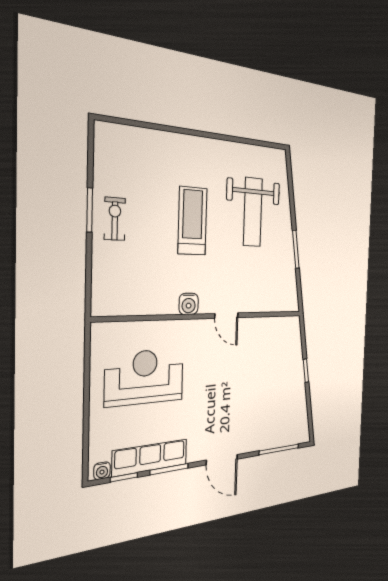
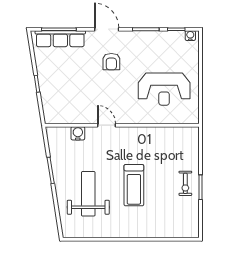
water cooler: (189, 304) -> (78, 133), moved
armchair: (217, 412) -> (111, 62), added
row of seats: (150, 458) -> (60, 39), moved

